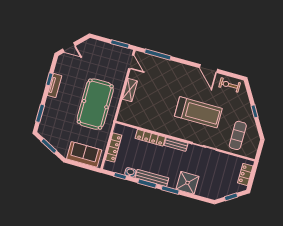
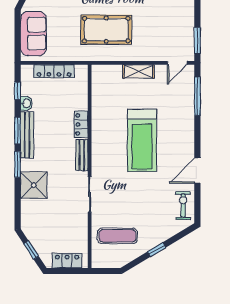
pool table: (95, 104) -> (106, 30), width x0.73, depth x0.76
treadmill: (198, 112) -> (142, 140), moved
locker: (150, 138) -> (81, 124), width x0.66

